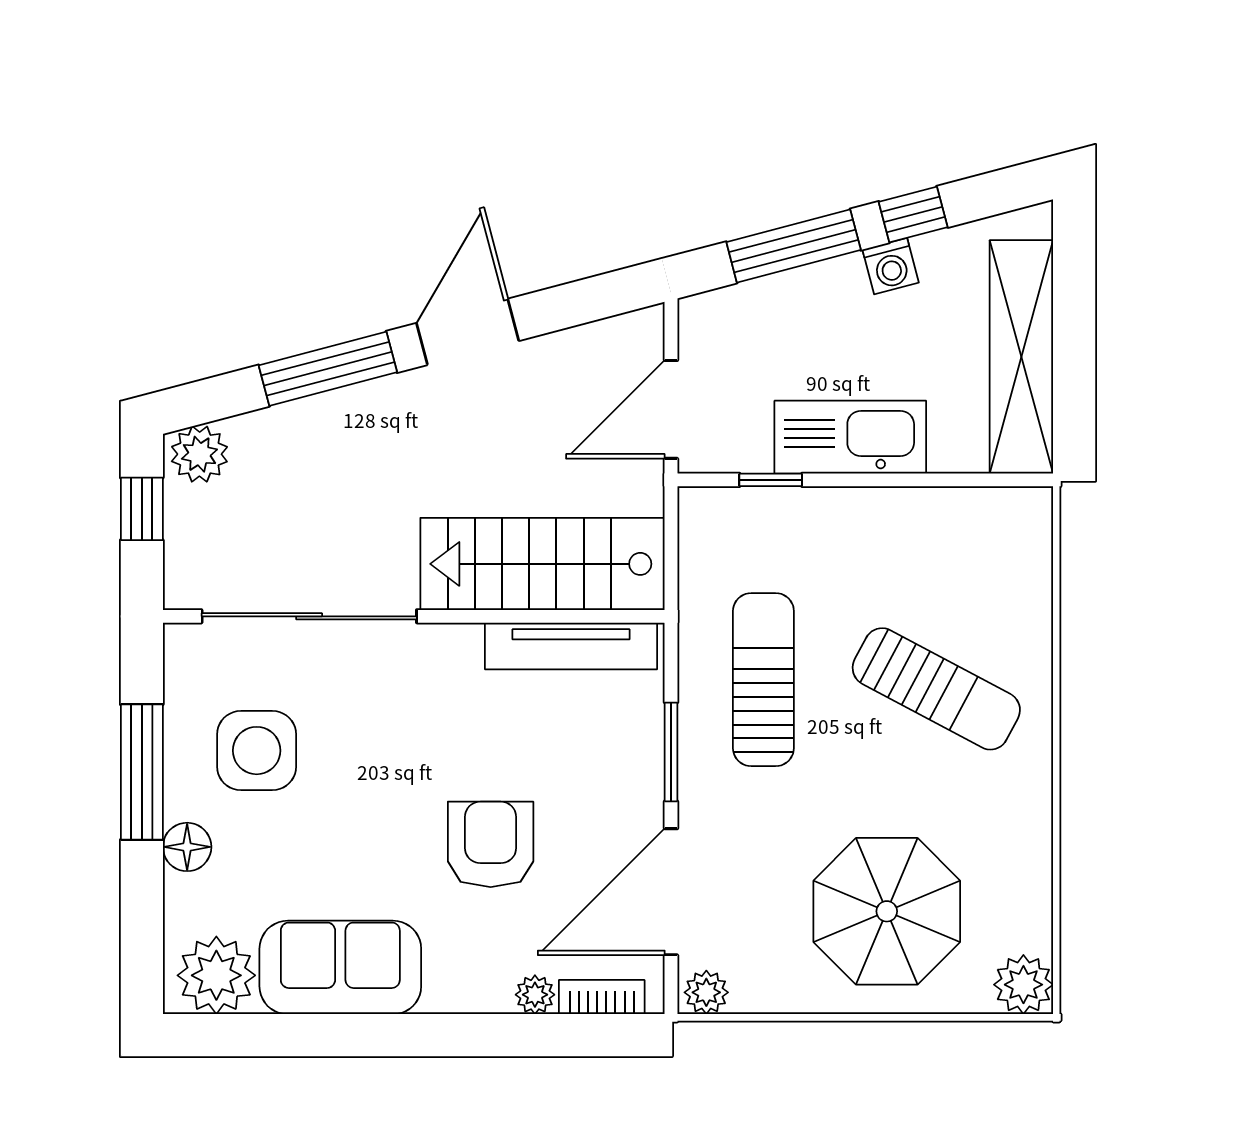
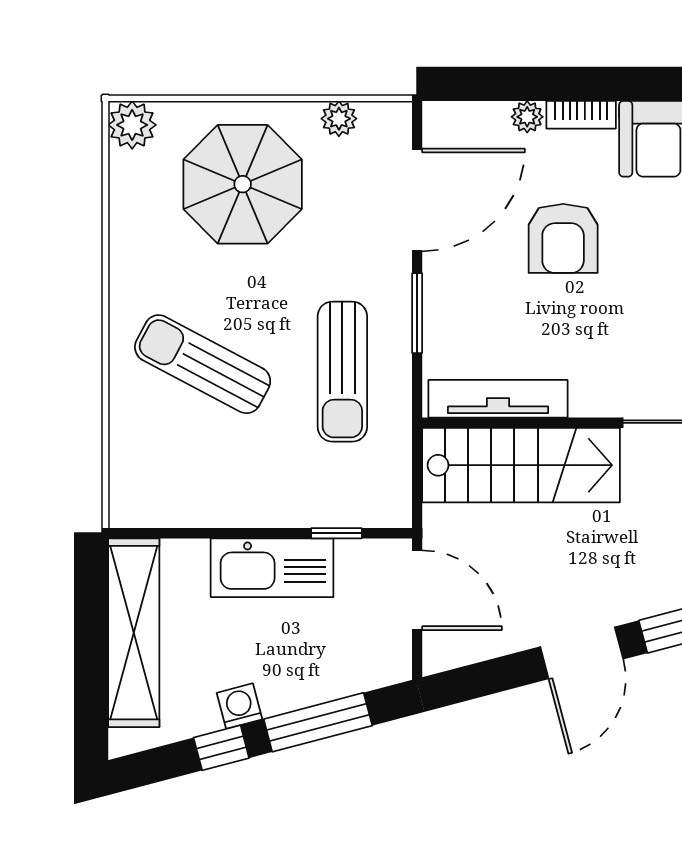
door: (671, 409) -> (417, 590), hinge flipped
plant: (706, 992) -> (339, 119), moved
bookcase: (602, 997) -> (581, 115), moved

